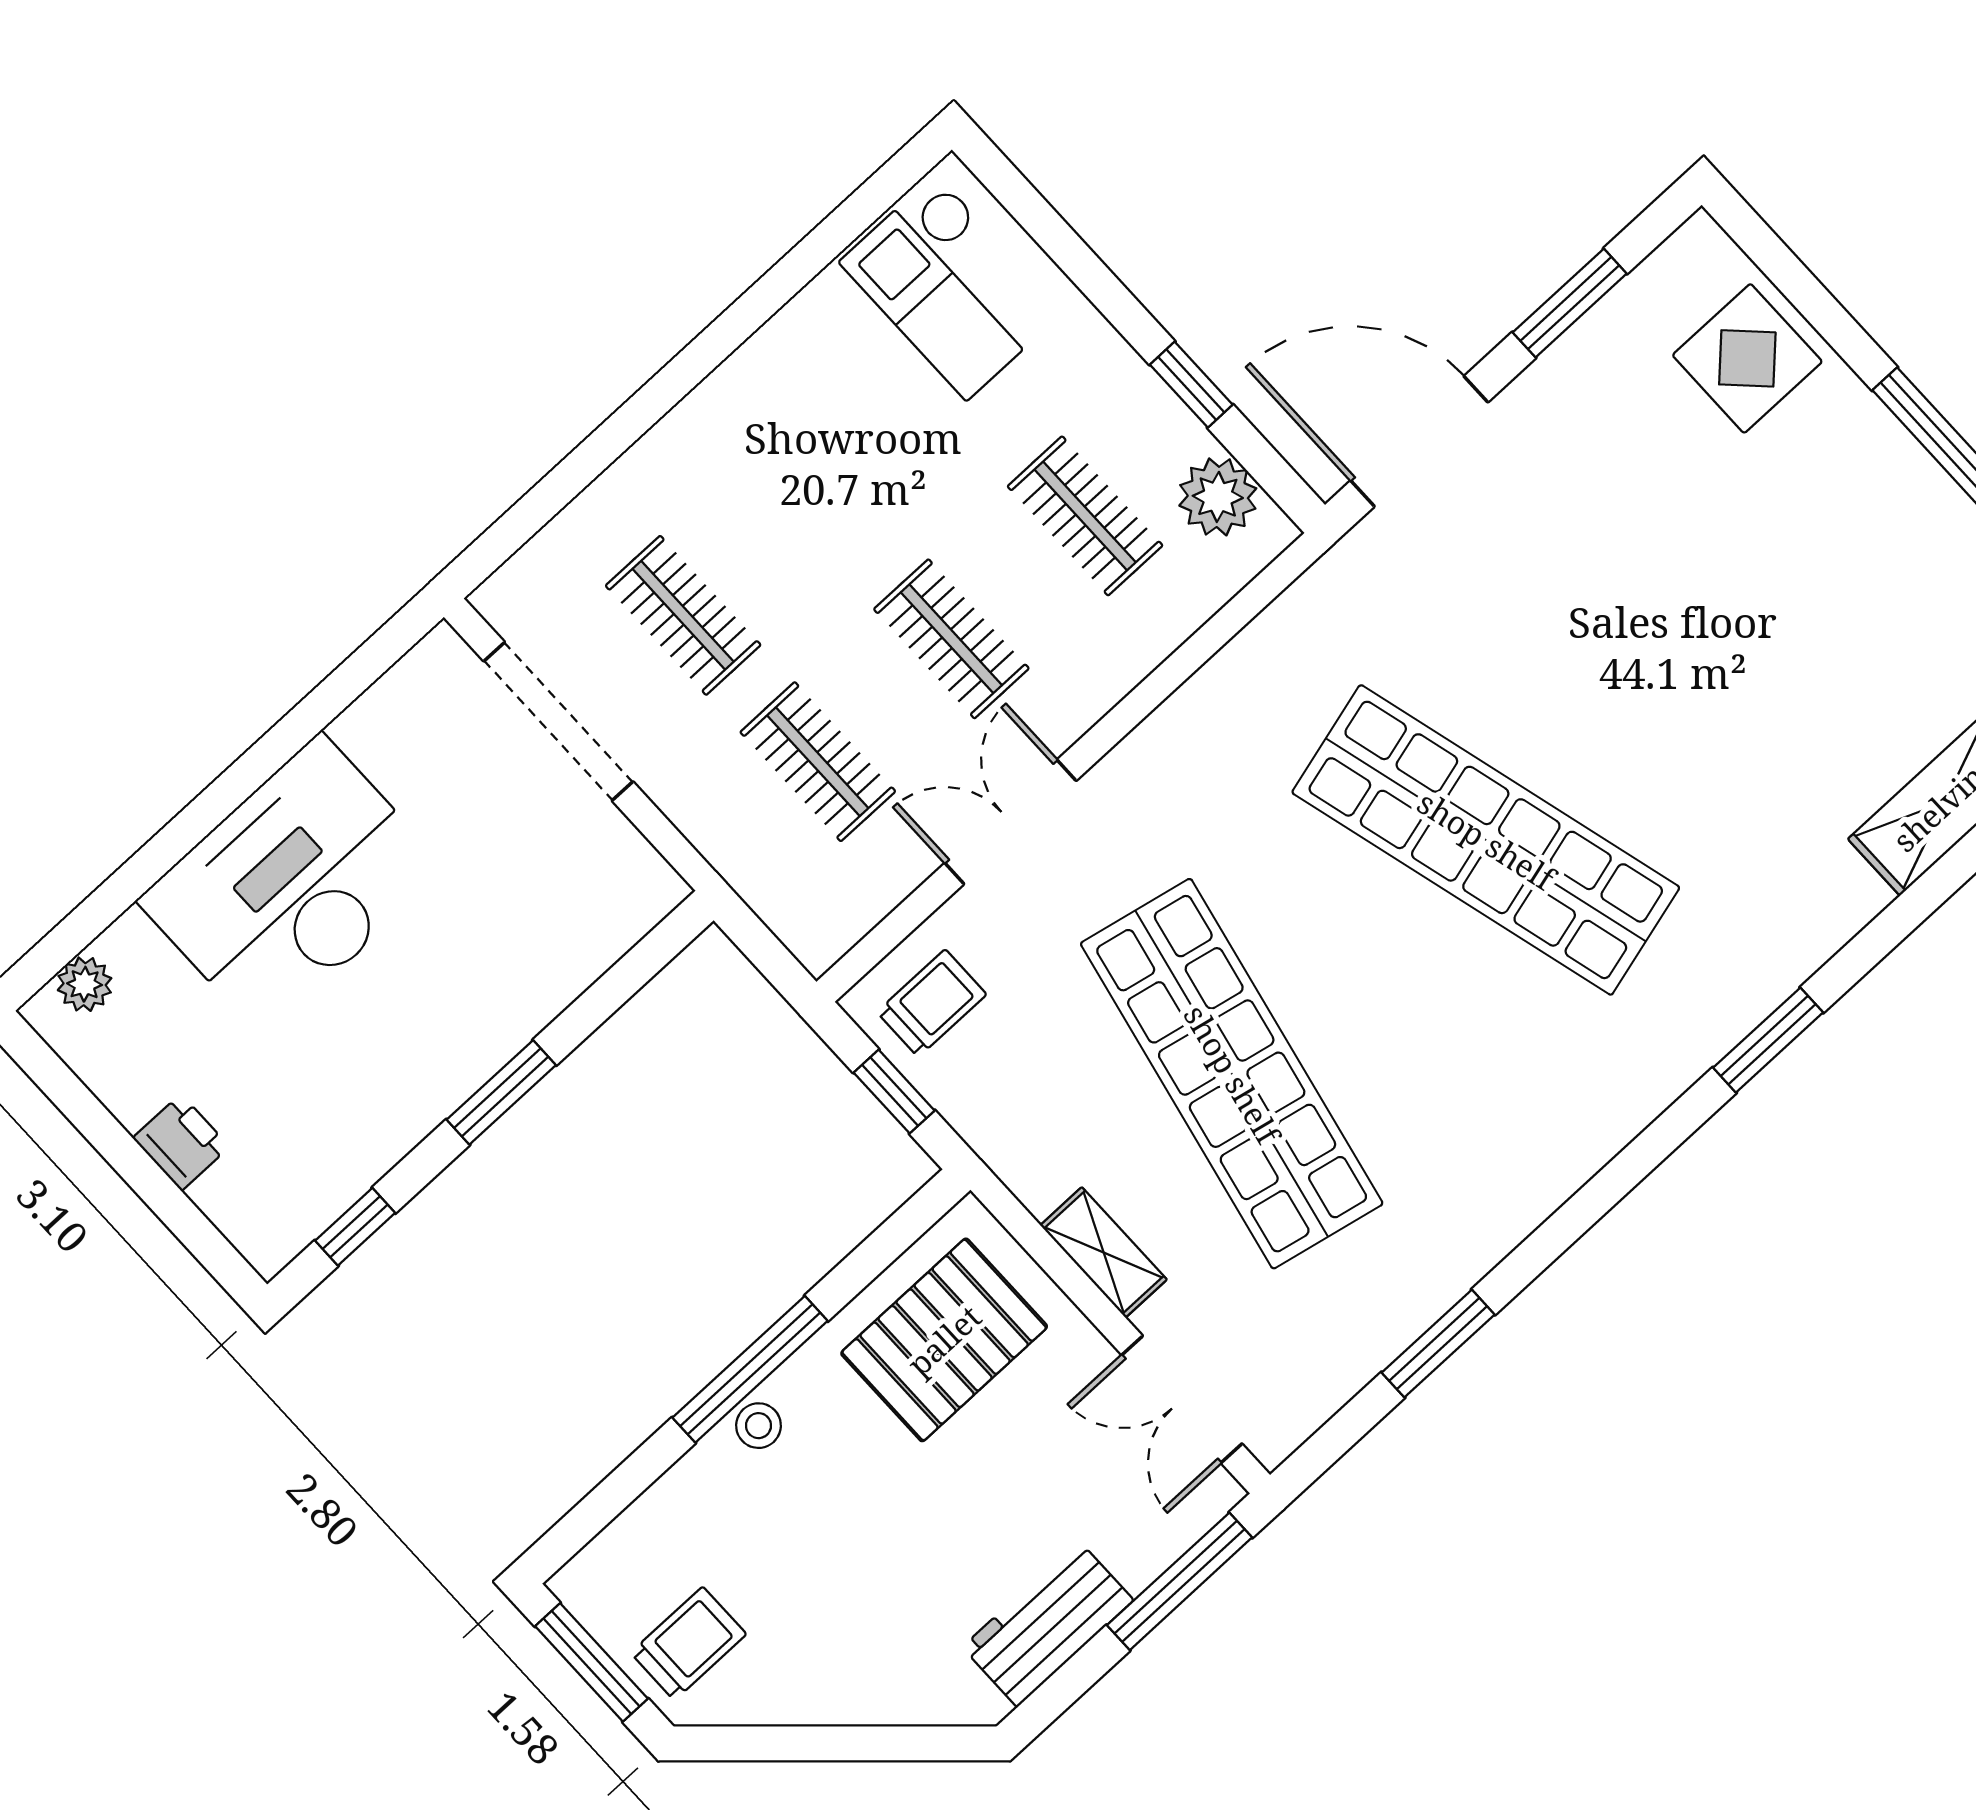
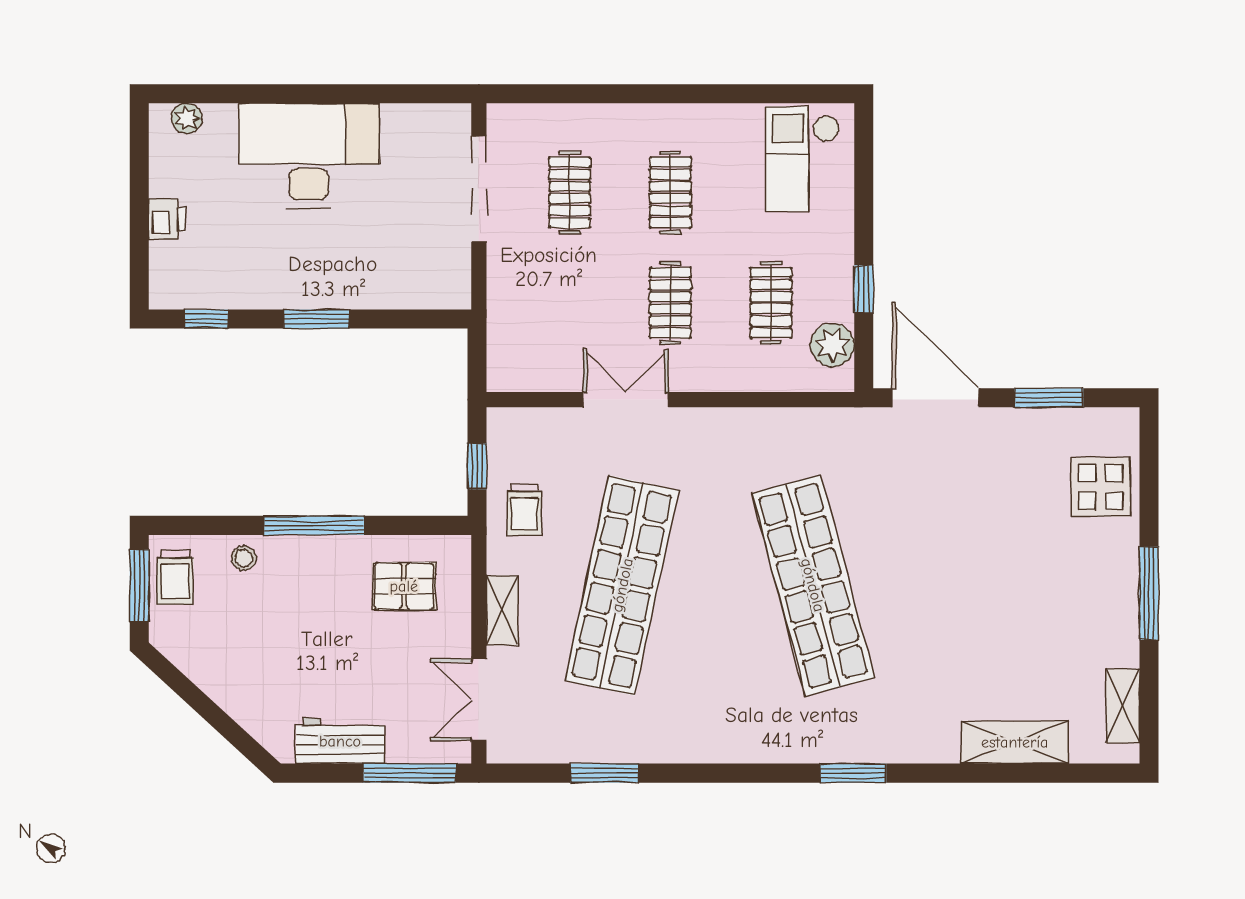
clothes rail: (818, 762) -> (670, 192), moved
trolley: (932, 1003) -> (524, 510), moved, turned 90
pallet: (944, 1340) -> (404, 586), width x0.67, depth x0.71
stool: (758, 1426) -> (244, 558), moved
trolley: (689, 1643) -> (175, 577), moved, turned 90

